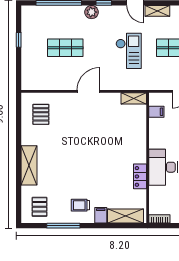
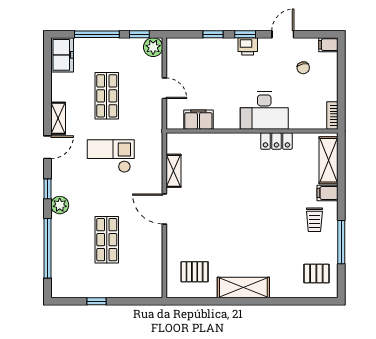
shelving: (134, 98) -> (174, 171), moved
filing cabinet: (156, 112) -> (198, 120), width x2.00
shelving: (29, 165) -> (243, 288), moved

